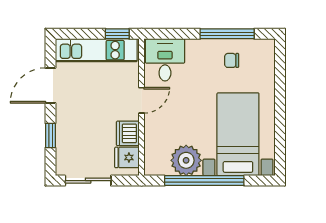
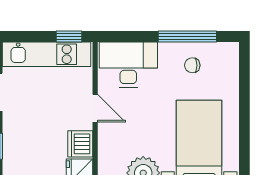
desk: (165, 60) -> (128, 65), width x1.37
door: (142, 100) -> (95, 108), hinge flipped

